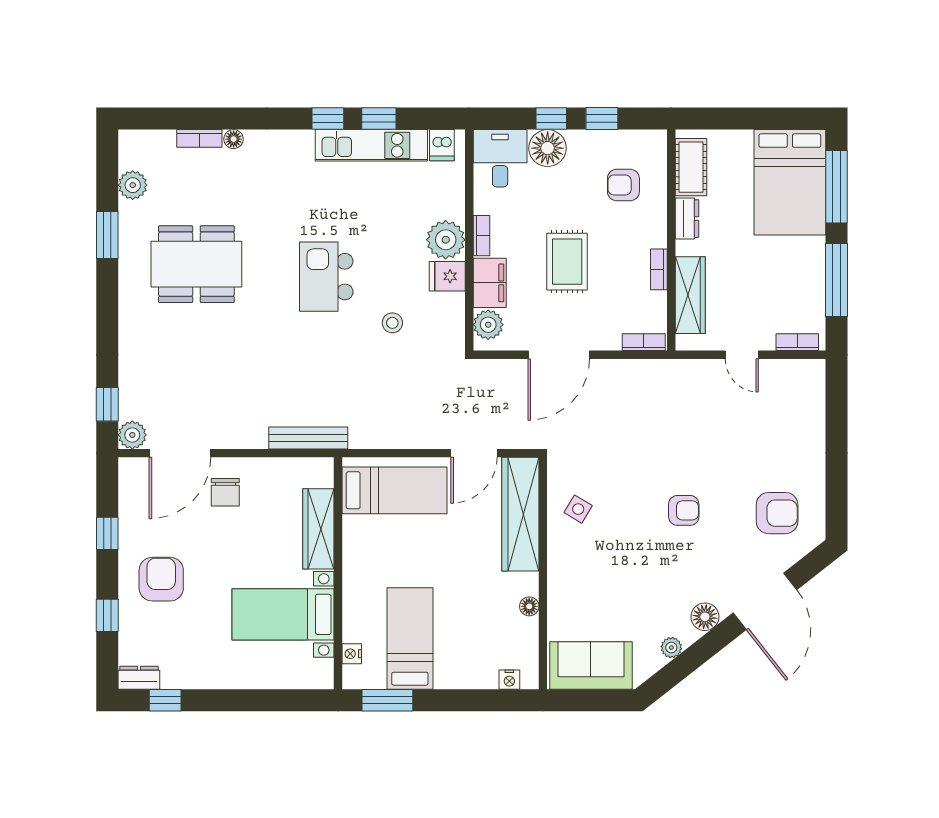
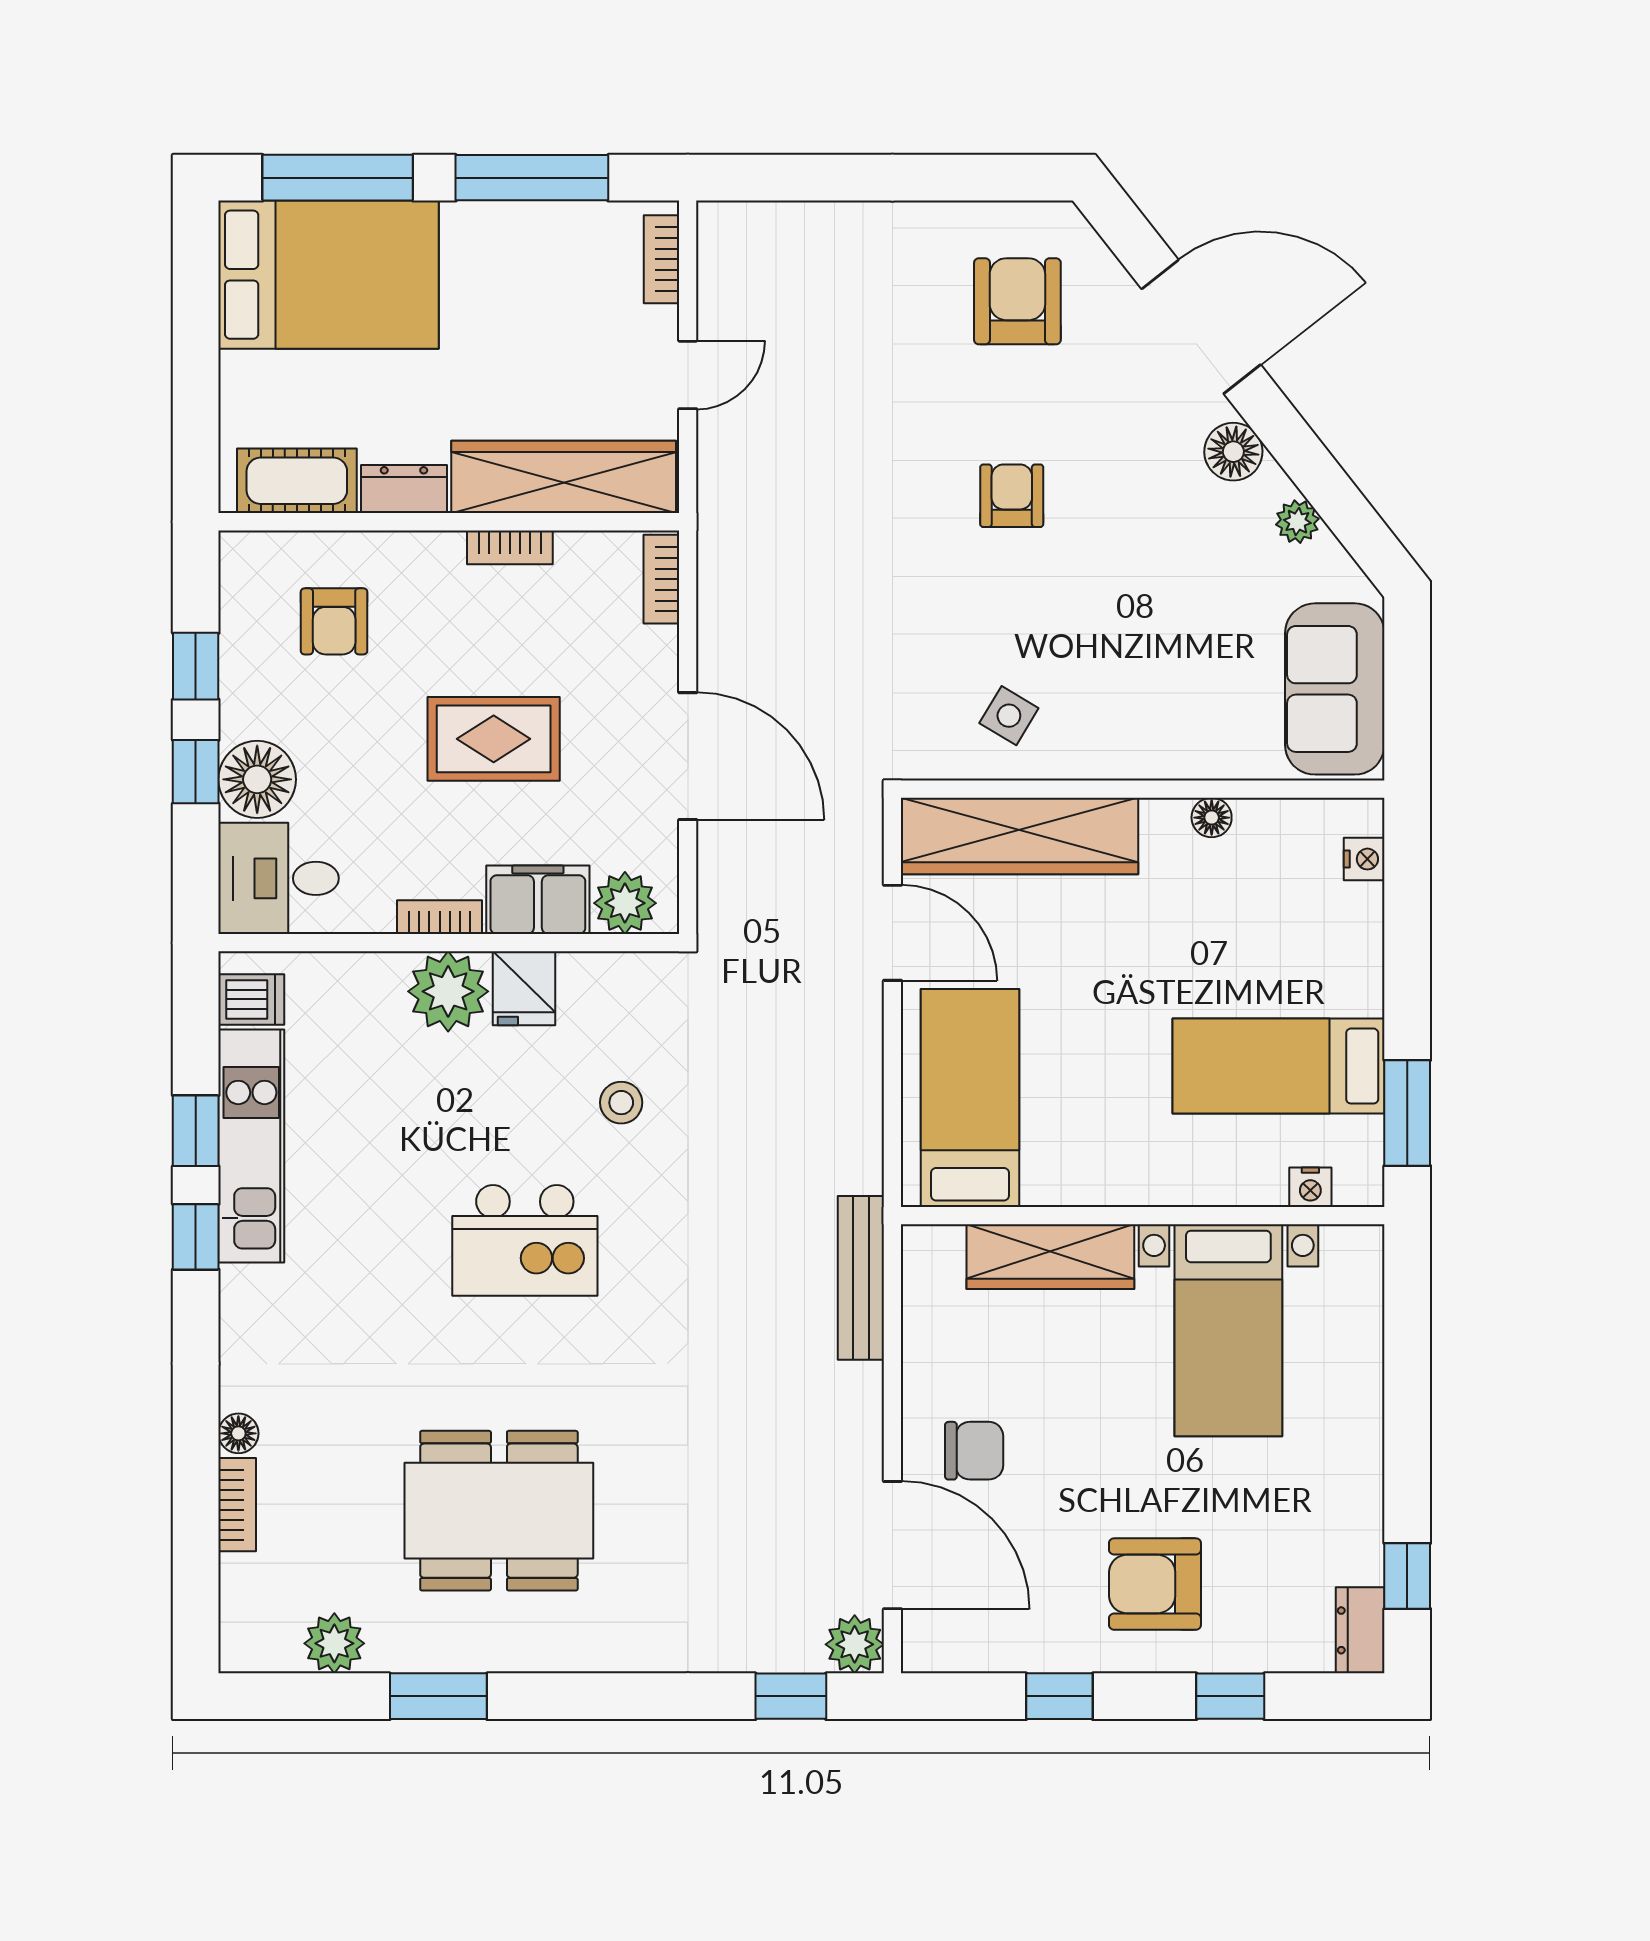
dining table: (196, 264) -> (499, 1511), turned 90
wardrobe: (690, 295) -> (564, 477), width x1.40, depth x1.17

